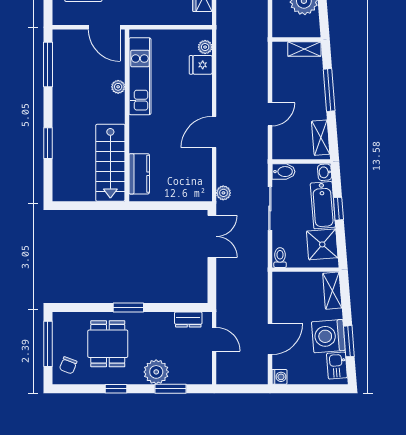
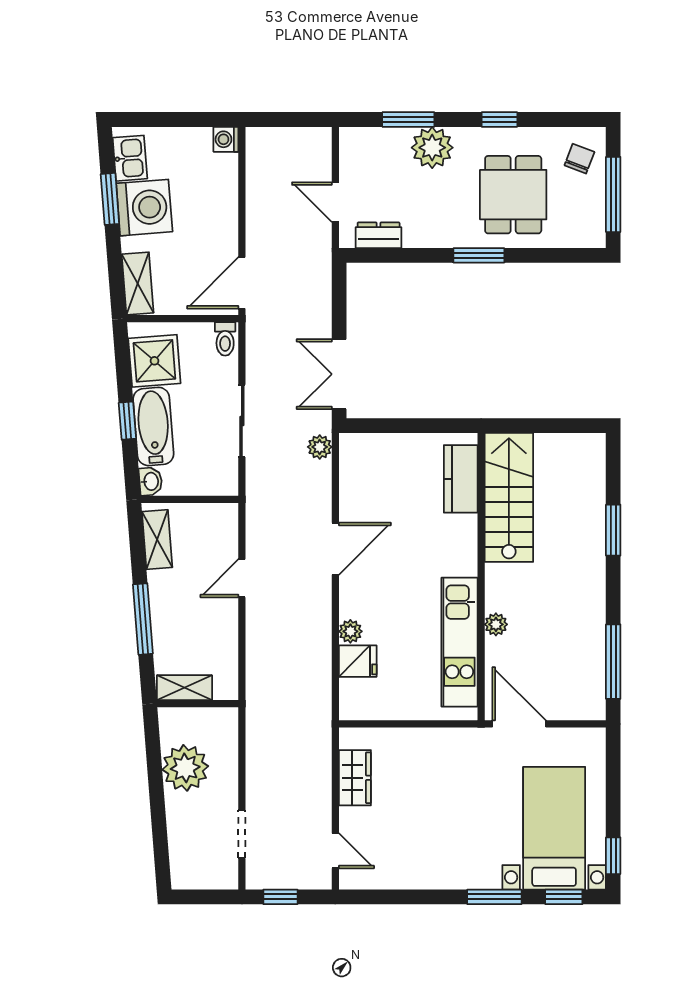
plant: (205, 47) -> (350, 631), moved
bidet: (283, 172) -> (219, 483), removed
door: (270, 339) -> (242, 283), moved

